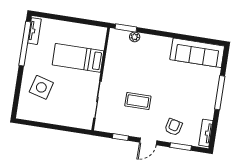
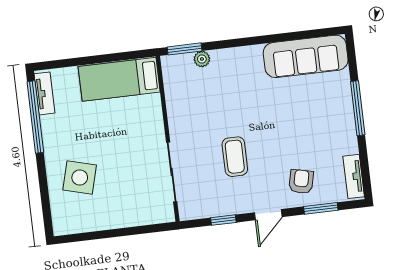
bed: (78, 58) -> (119, 79), moved
coffee table: (138, 101) -> (235, 157), turned 90

